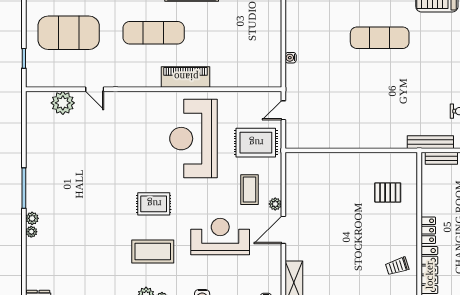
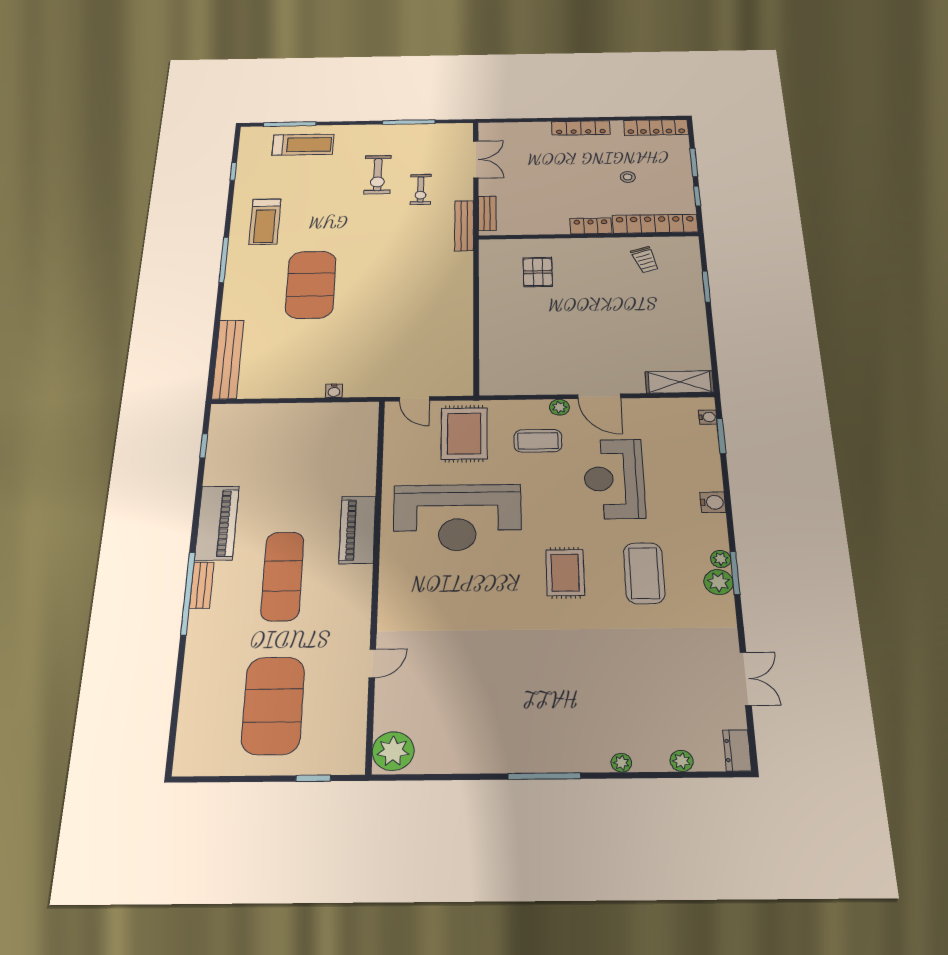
exercise mat: (380, 38) -> (311, 285), width x1.47
plant: (63, 103) -> (393, 751), moved
plant: (32, 218) -> (682, 761), moved

